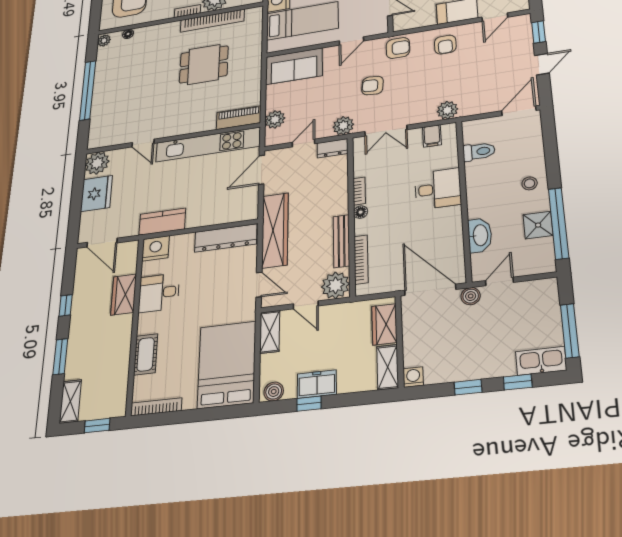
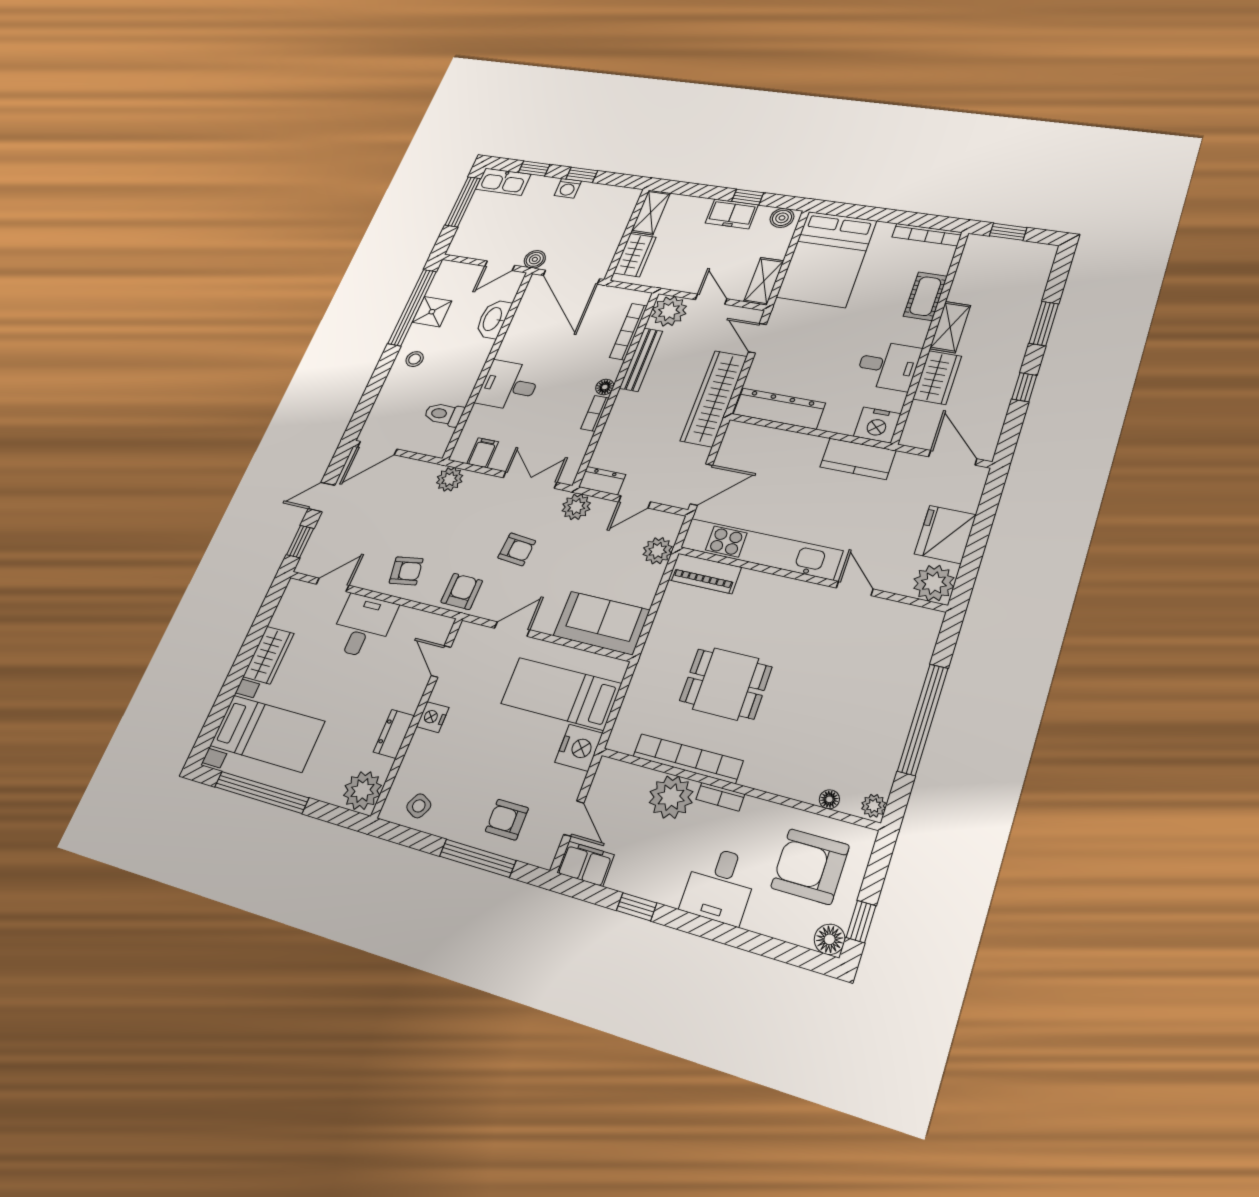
armchair: (445, 45) -> (406, 571), turned 81
armchair: (398, 48) -> (462, 591), turned 91
washing machine: (413, 377) -> (568, 188), moved
shelving: (70, 401) -> (950, 327), moved

